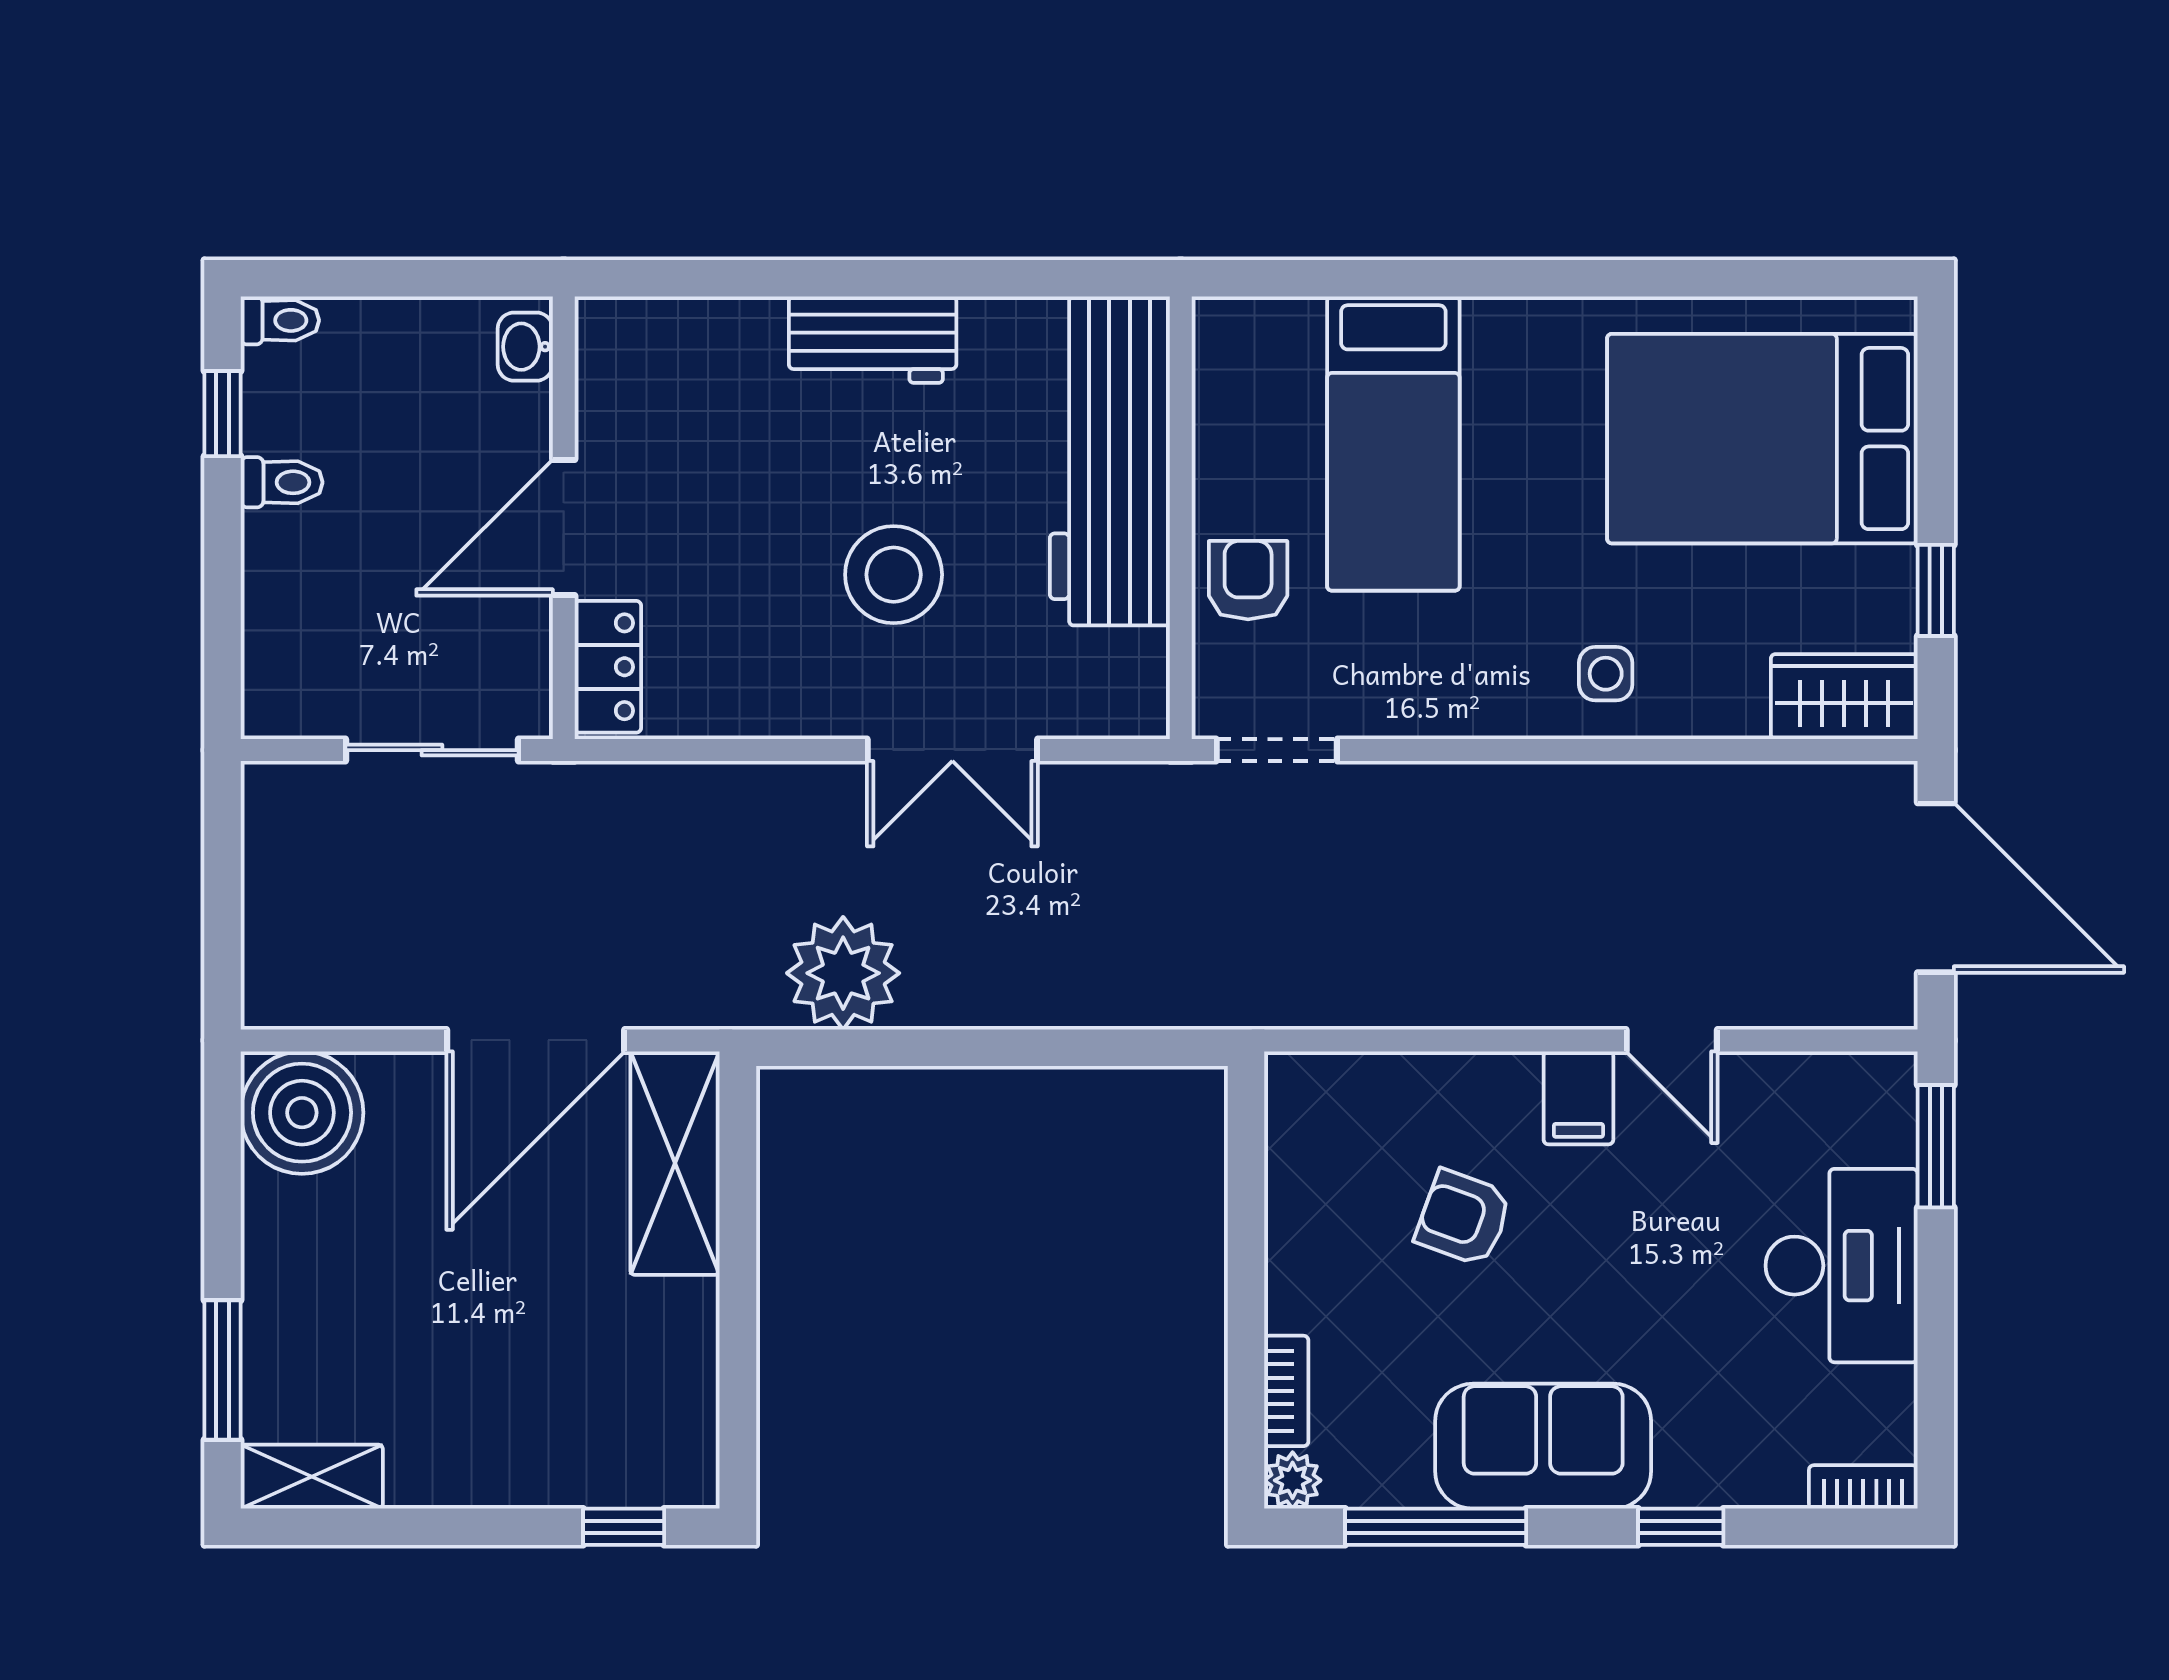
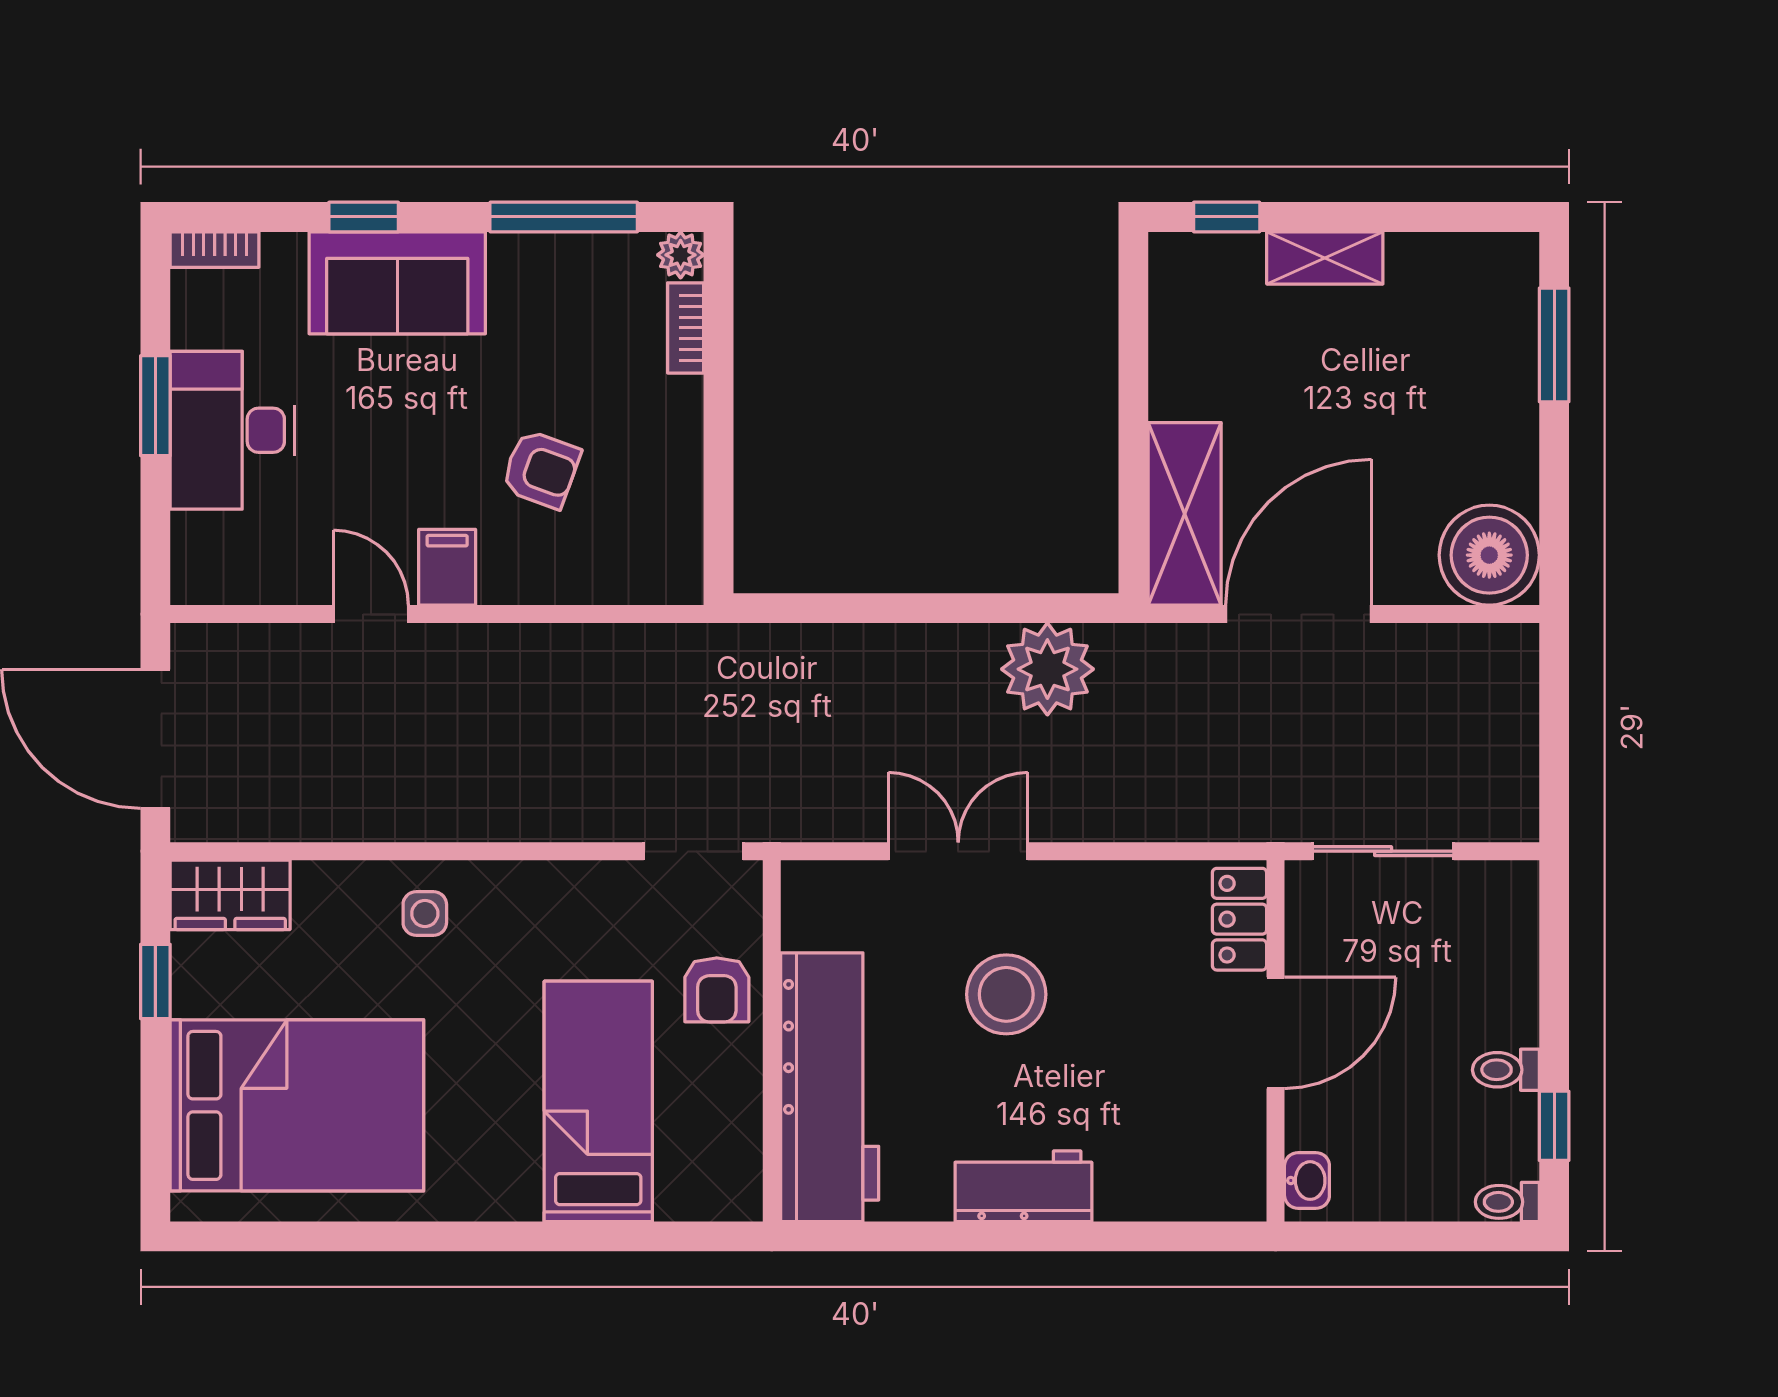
window: (1936, 1146) -> (155, 406), moved
sofa: (1543, 1446) -> (397, 283), moved
shelving: (312, 1477) -> (1325, 258), moved

